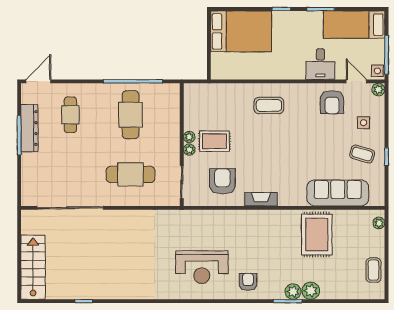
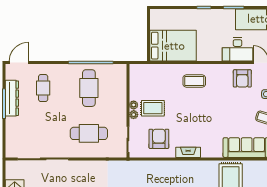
bed: (241, 31) -> (173, 46), moved
desk: (320, 64) -> (237, 49), width x1.37

